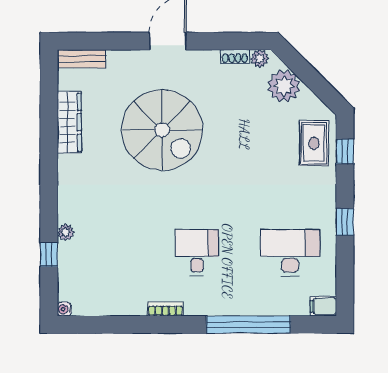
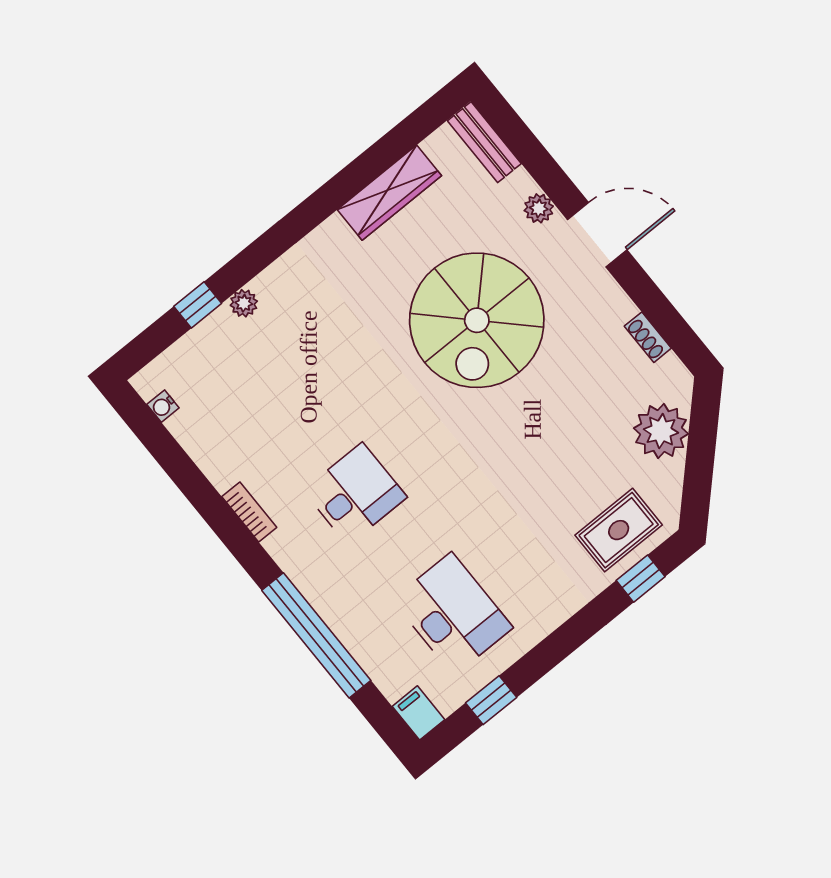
plant: (260, 59) -> (539, 208), moved
window: (345, 222) -> (491, 700), moved
water cooler: (64, 309) -> (163, 406), moved, turned -90

